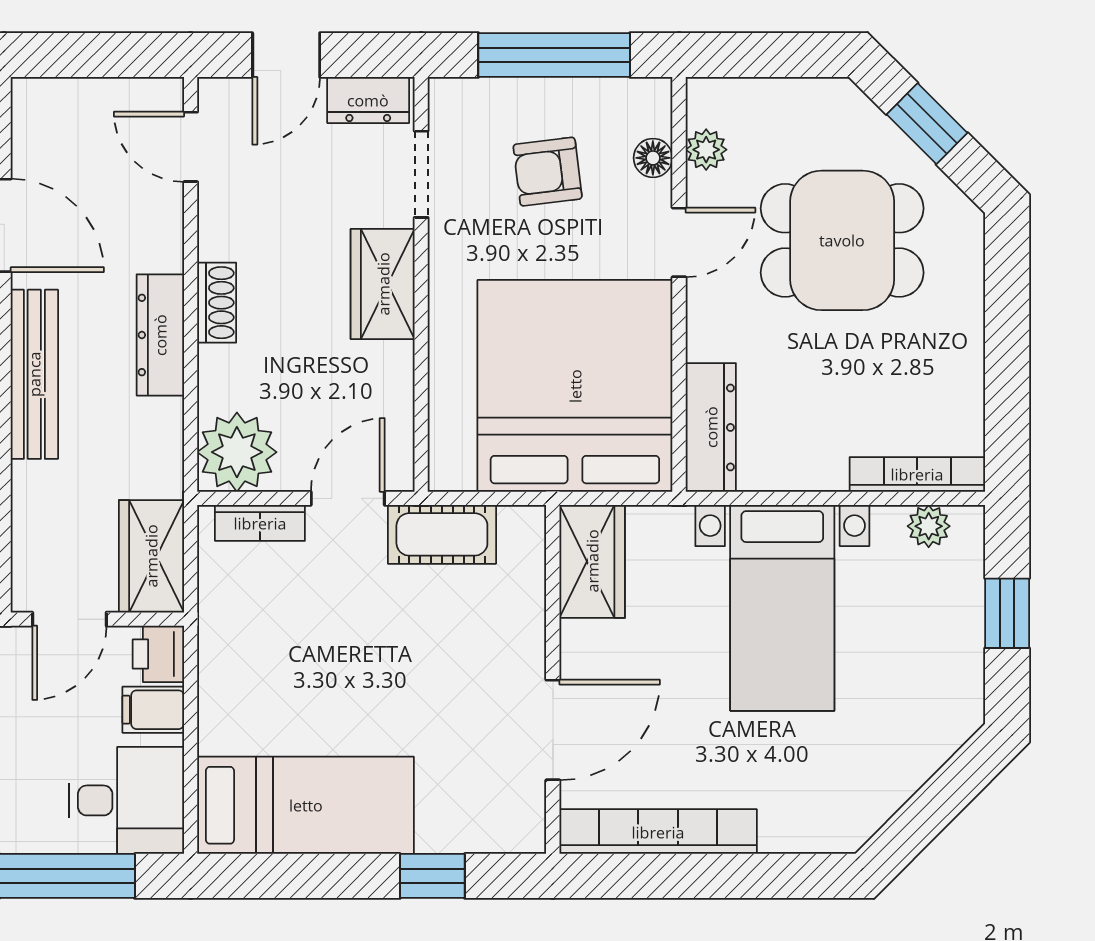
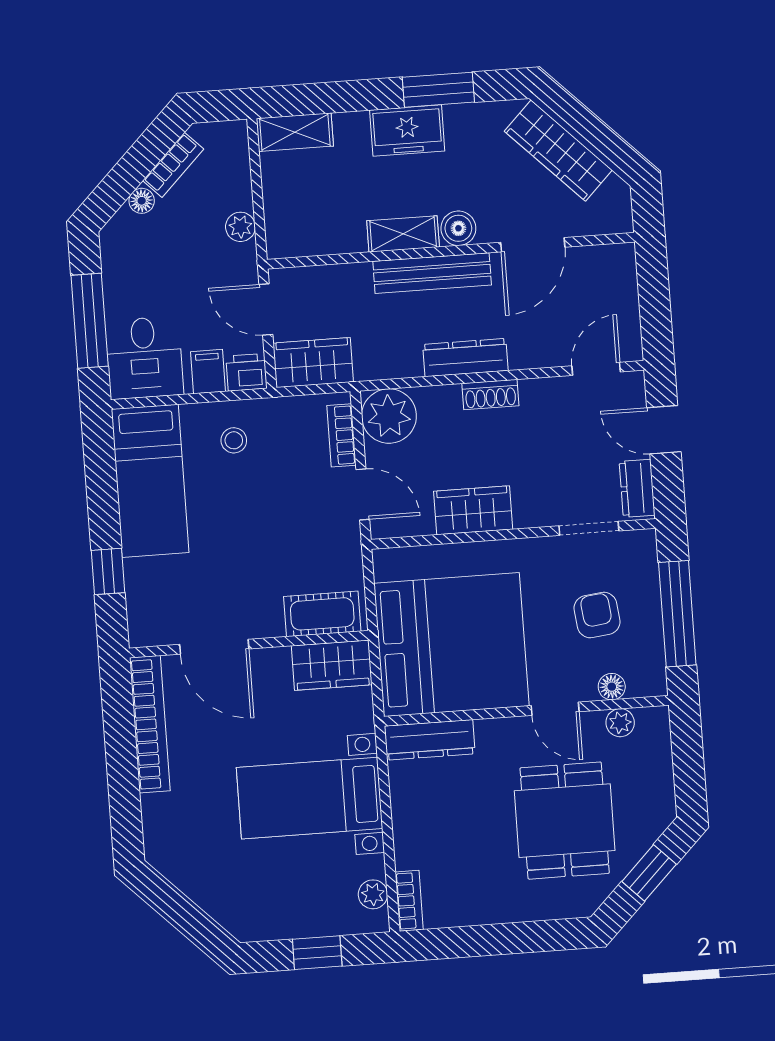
wardrobe: (383, 284) -> (473, 510), moved
bookcase: (917, 474) -> (409, 901), width x0.64
cot: (442, 534) -> (322, 614), moved, turned 90
stool: (256, 680) -> (234, 440), added

